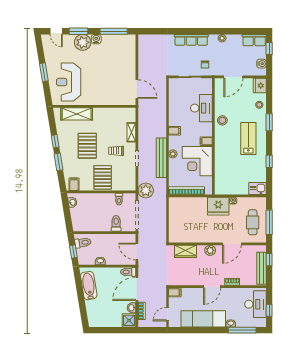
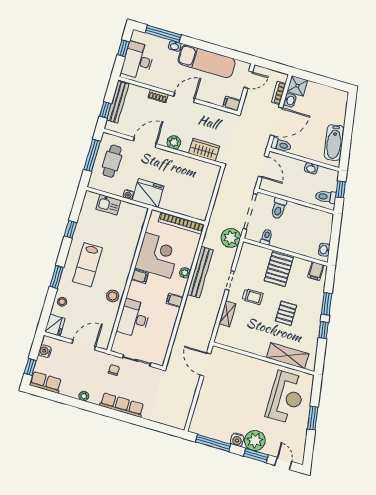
pallet: (87, 146) -> (286, 313), width x0.67, depth x0.71
kitchen sink: (257, 189) -> (108, 205), moved

